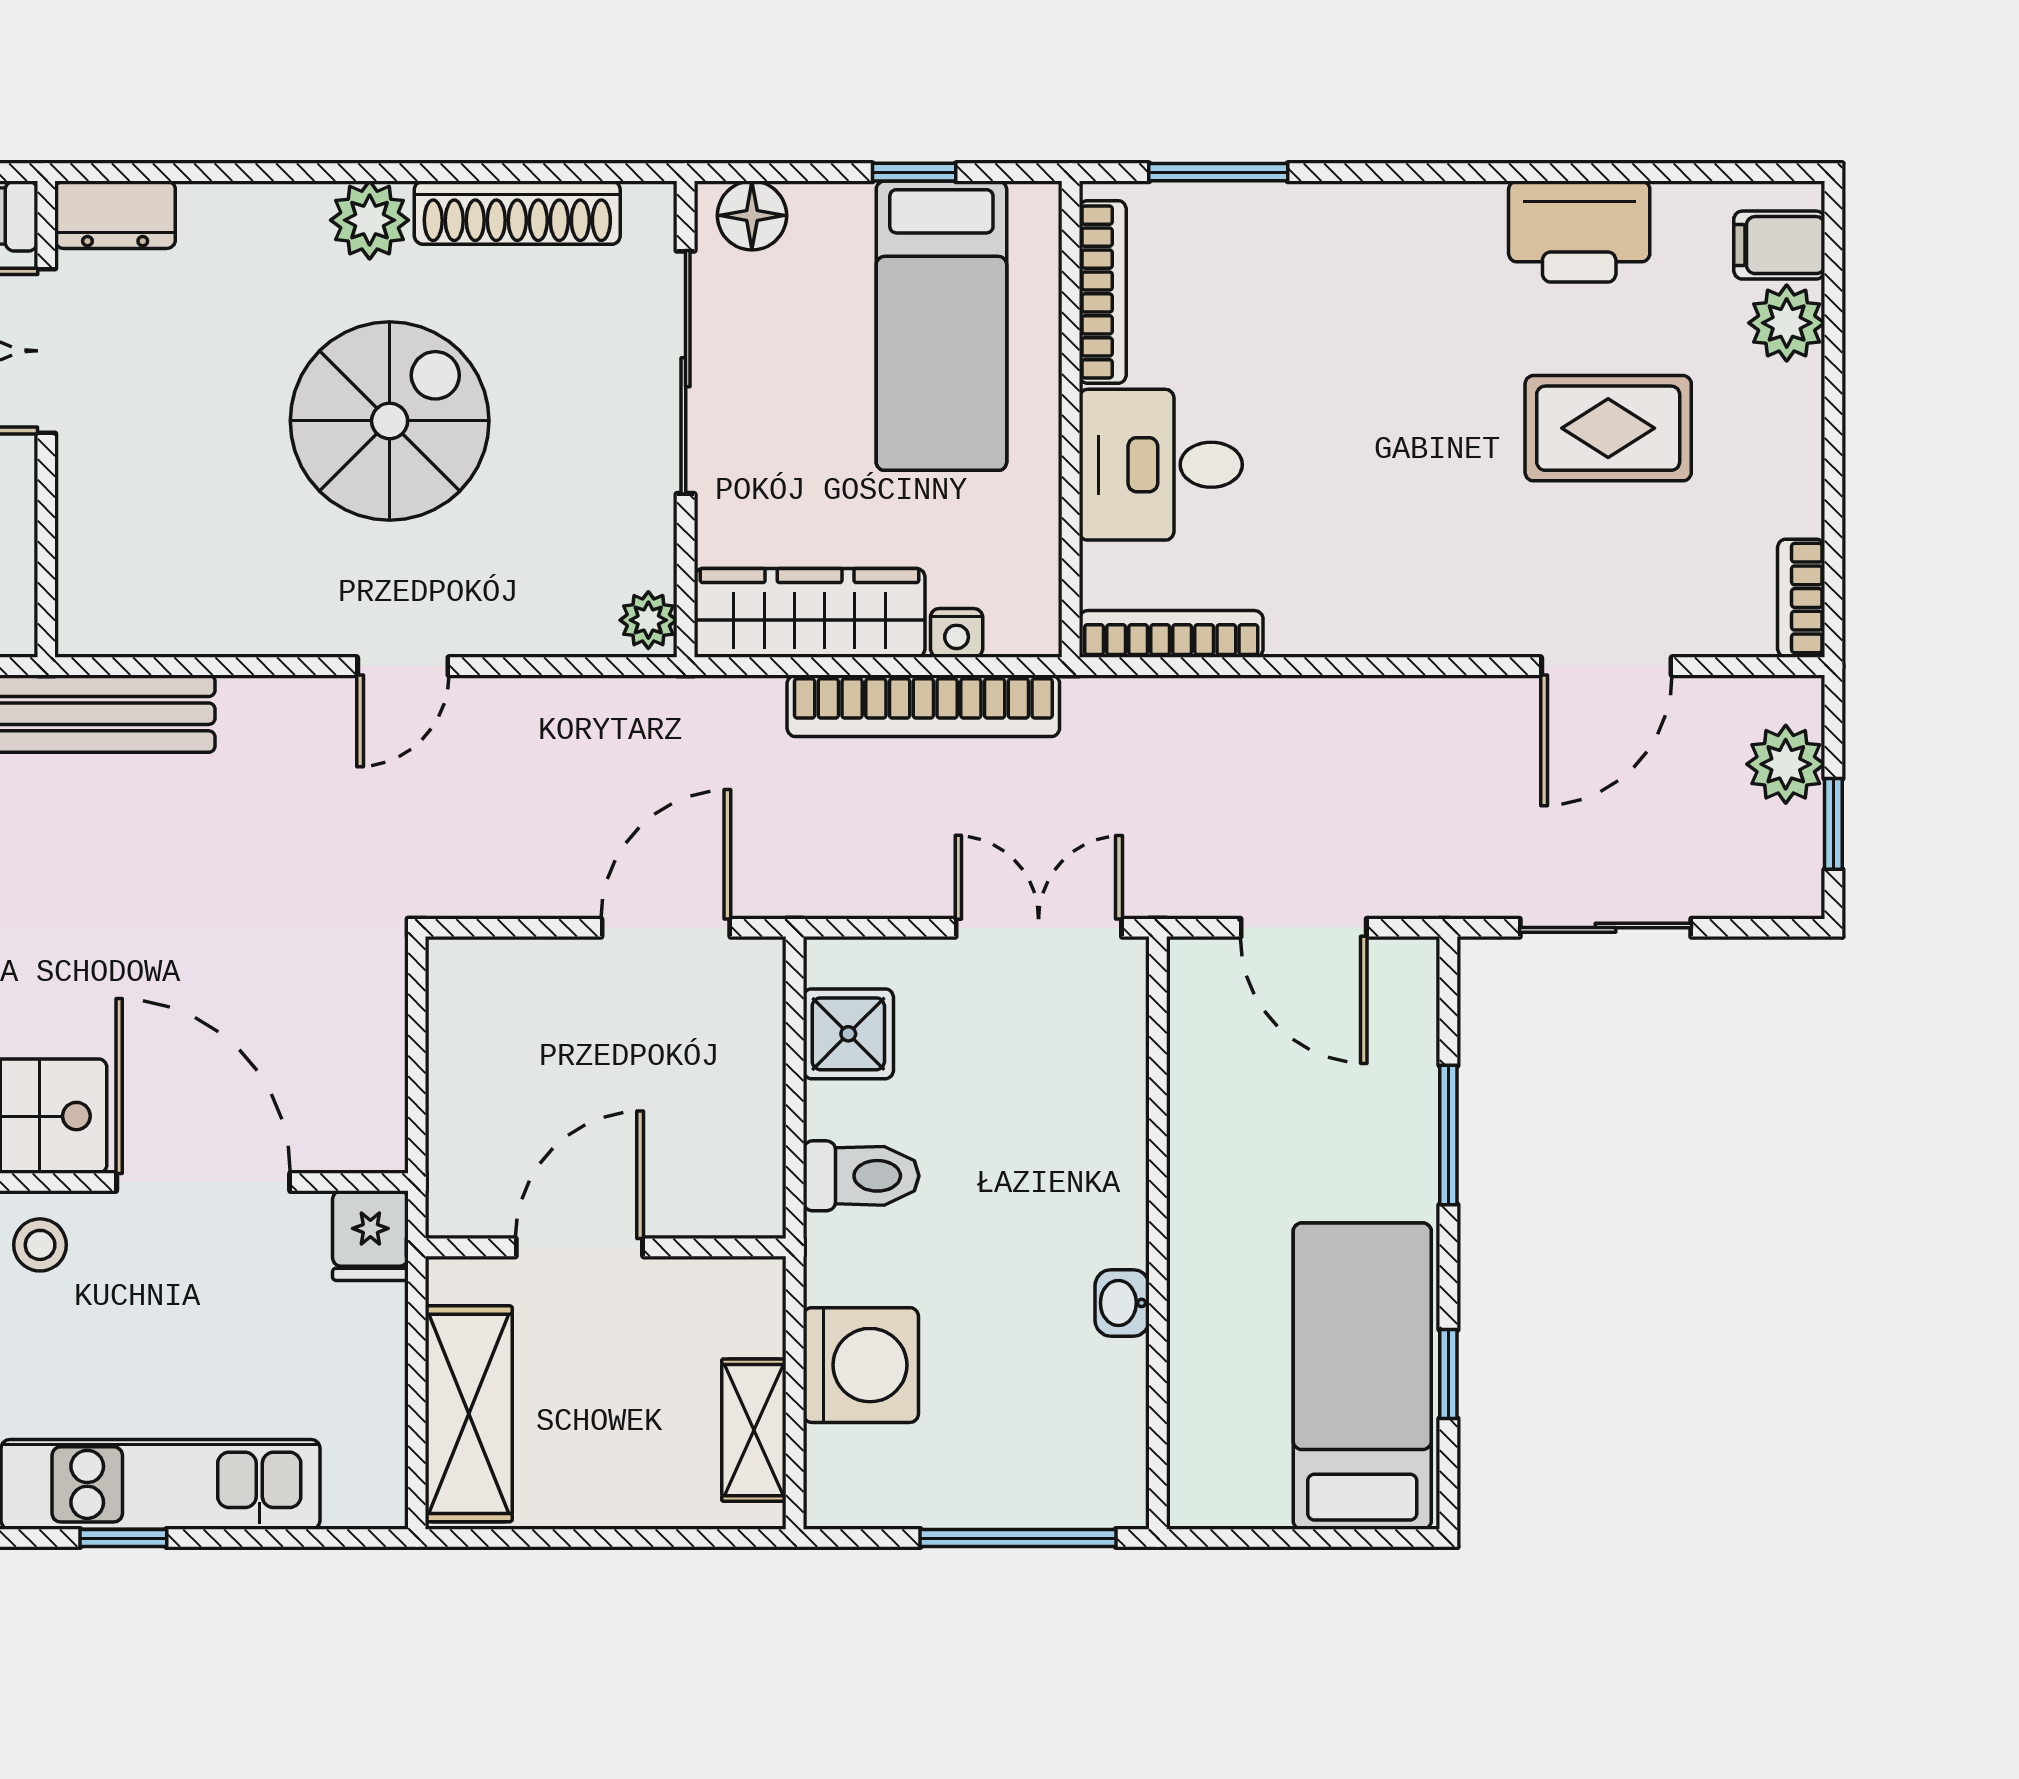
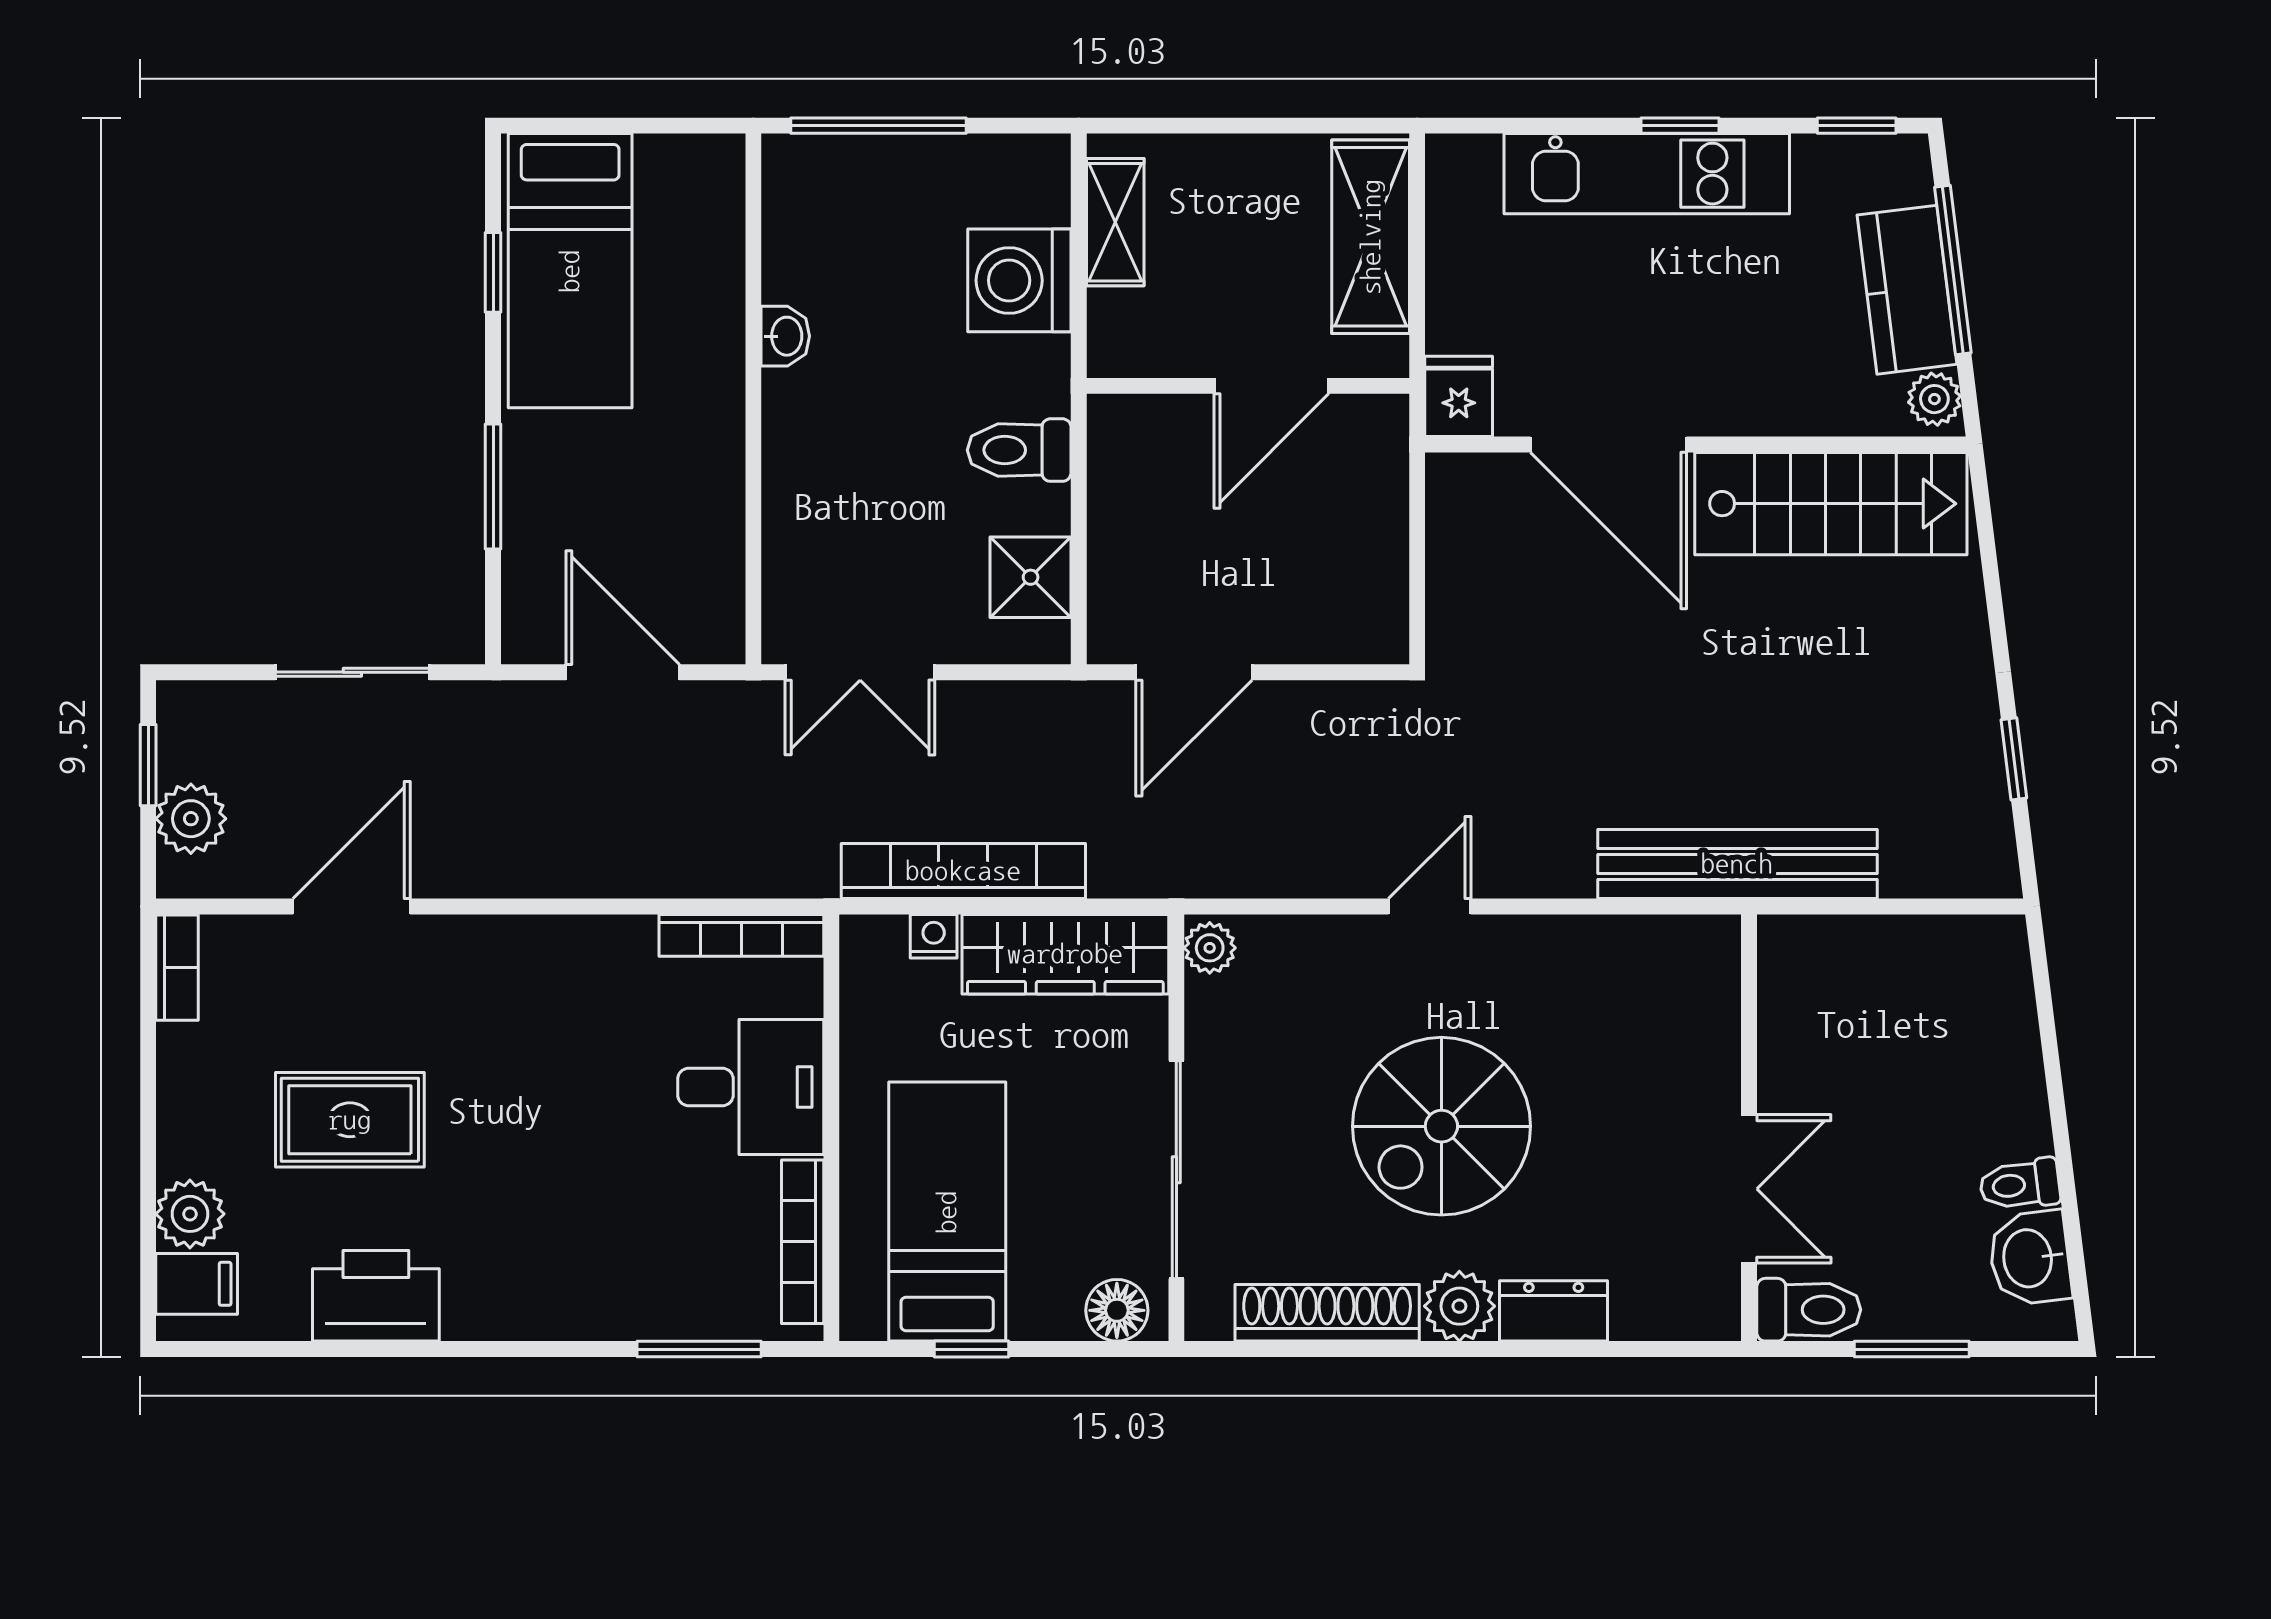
dresser: (115, 215) -> (1554, 1311), moved
stool: (40, 1245) -> (1755, 388), removed

